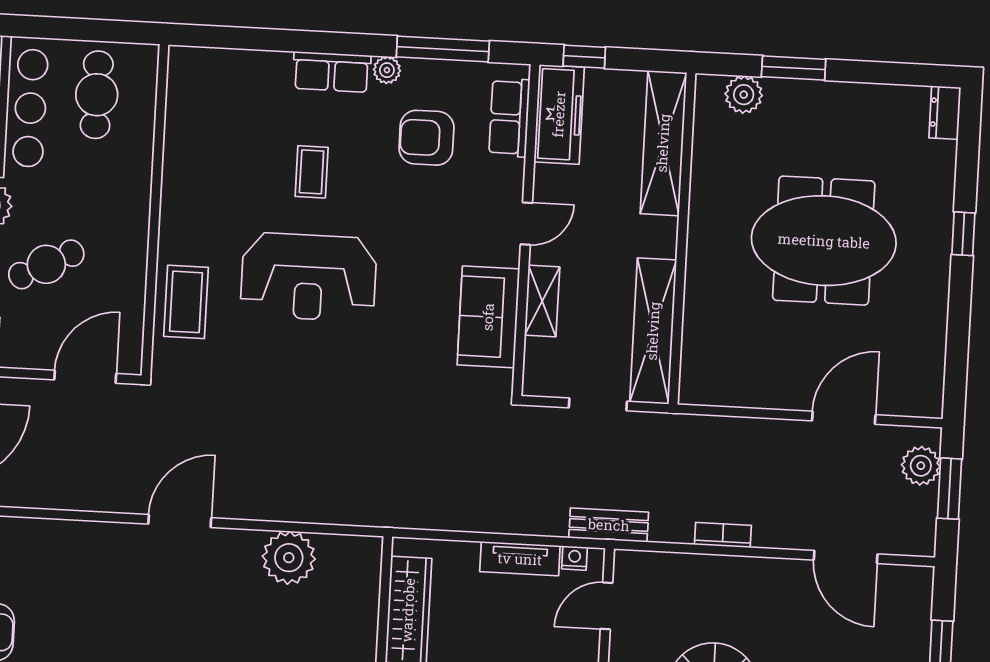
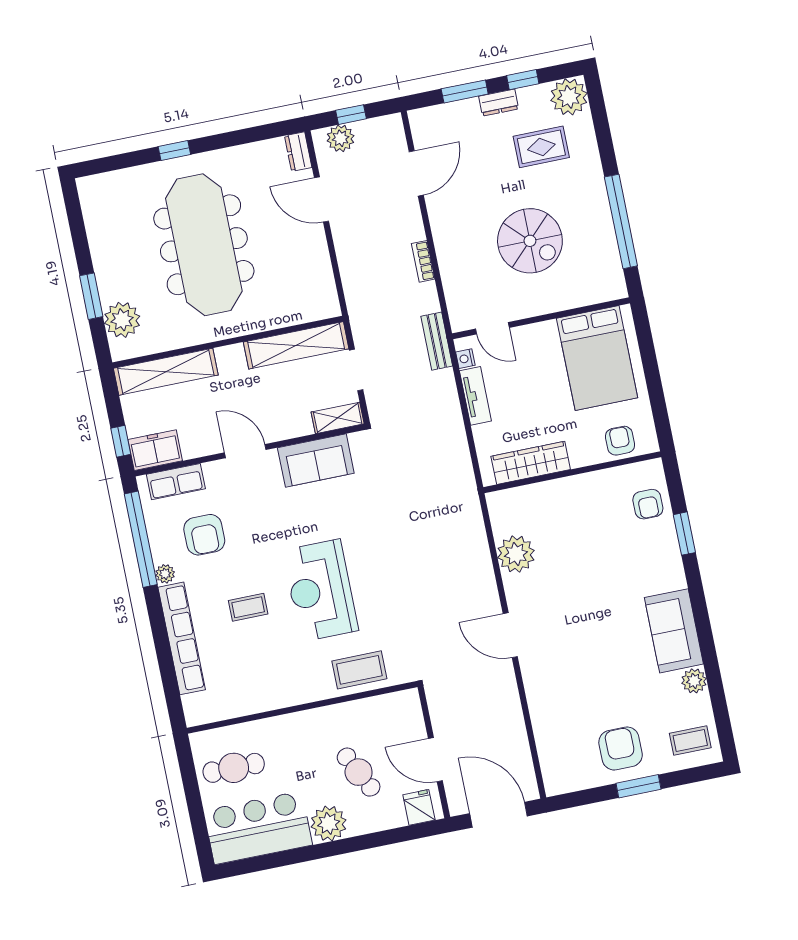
window: (443, 49) -> (141, 539), width x1.46
row of seats: (332, 72) -> (182, 638), width x2.02
plant: (744, 95) -> (122, 320), width x1.36, depth x1.36
dresser: (945, 113) -> (298, 152), moved, turned 90
freezer: (559, 114) -> (155, 450), width x0.71
door: (526, 224) -> (245, 451), width x1.38
meeting table: (824, 241) -> (204, 245), width x1.36
reception desk: (309, 277) -> (321, 590), turned 180
shelving: (542, 301) -> (338, 418), moved
door: (85, 377) -> (435, 760), moved
window: (950, 489) -> (351, 115), width x0.67

